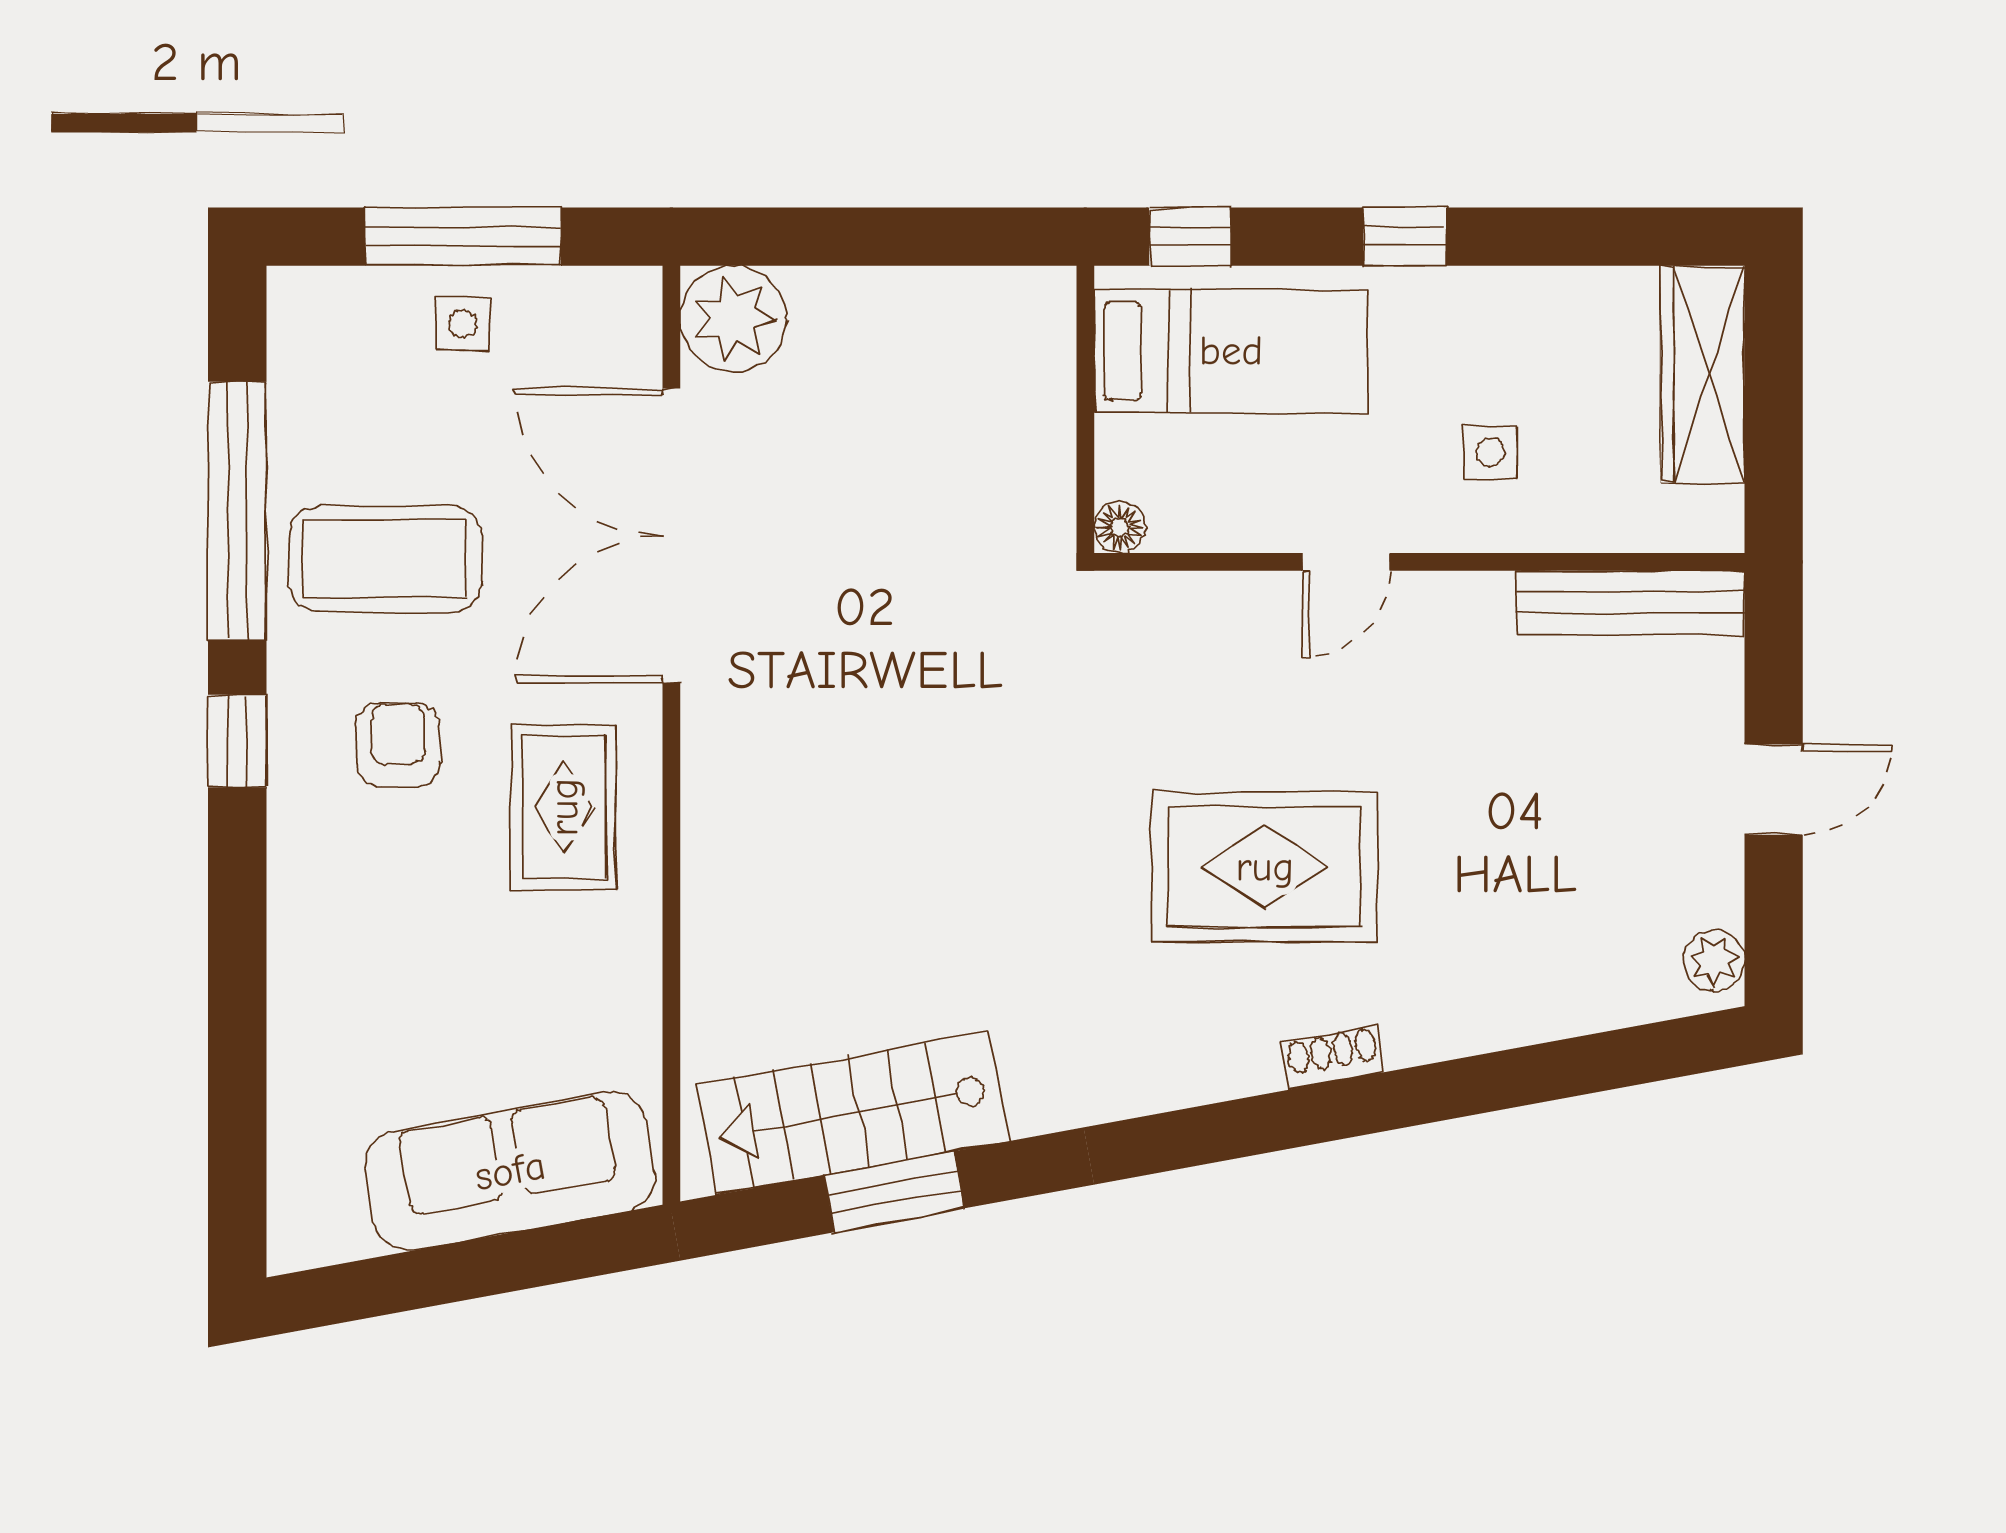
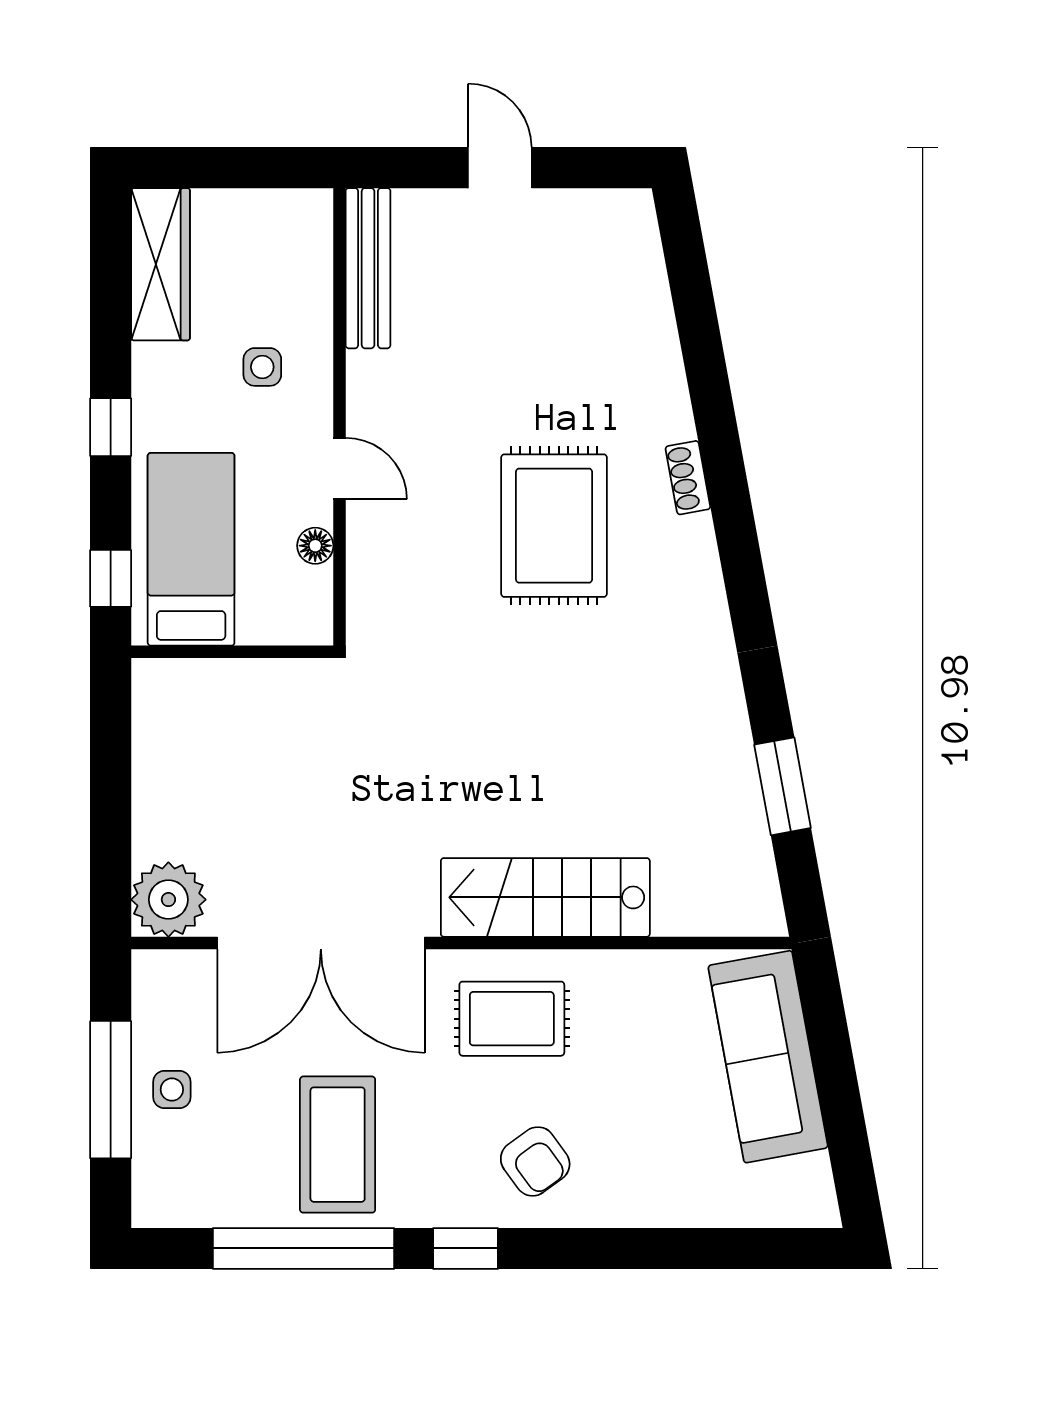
wardrobe: (1703, 374) -> (161, 264), moved, turned -90
floor lamp: (1120, 528) -> (315, 546), moved
armchair: (398, 745) -> (535, 1161), moved, turned -126
plant: (1714, 961) -> (620, 209), removed
stairs: (853, 1113) -> (545, 897), moved, turned 100

